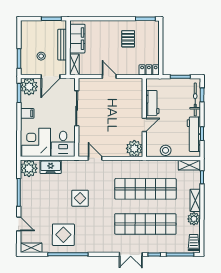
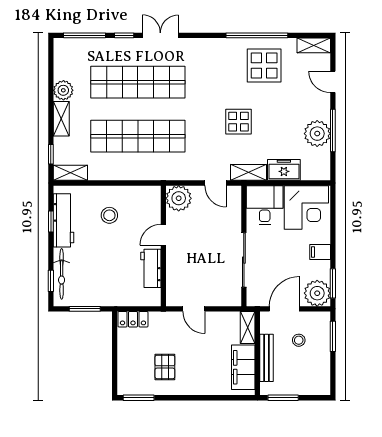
workbench: (152, 103) -> (151, 268), moved
wall: (144, 118) -> (163, 246), moved
door: (144, 125) -> (163, 235), moved
plant: (134, 148) -> (179, 198), moved
stool: (166, 150) -> (109, 215), moved
shelving: (74, 165) -> (248, 172), added
plant: (29, 168) -> (317, 134), moved
trolley: (194, 243) -> (64, 54), removed

